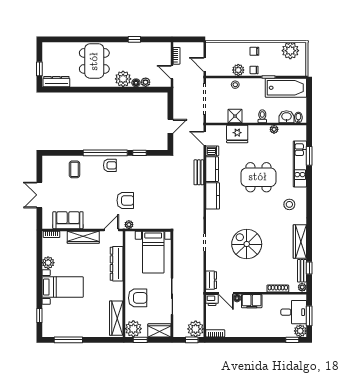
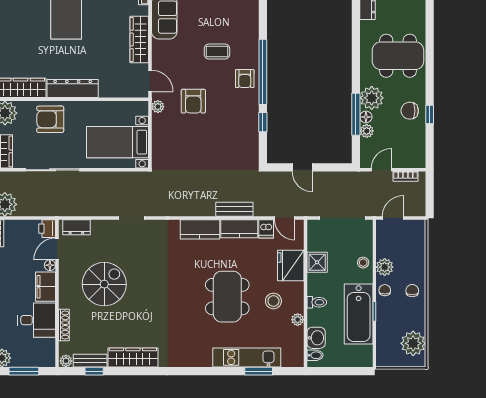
chair: (132, 53) -> (410, 111), added
bathtub: (286, 88) -> (359, 314), moved
window: (134, 90) -> (356, 114), added
door: (205, 138) -> (285, 218), swing flipped
coffee table: (74, 169) -> (217, 51), moved
stool: (289, 204) -> (273, 301), moved
spiral stairs: (247, 244) -> (104, 284), moved
dresser: (117, 264) -> (73, 89), moved
armchair: (138, 298) -> (50, 119), turned 90
desk: (294, 312) -> (37, 320), moved, turned -90

